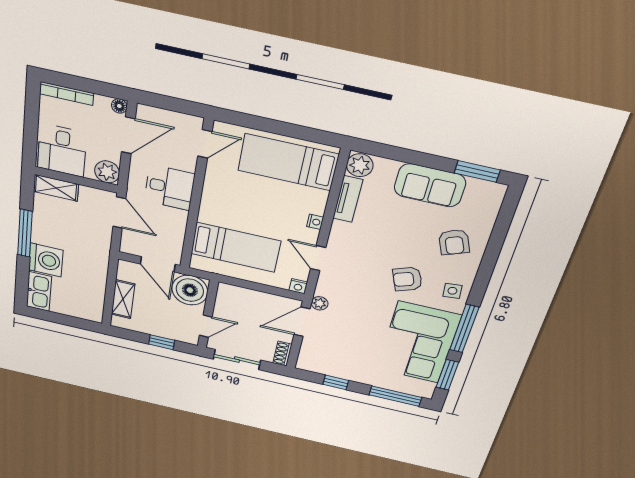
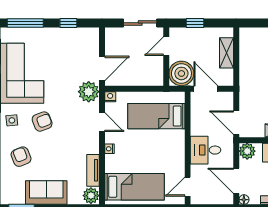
door: (128, 135) -> (236, 181), hinge flipped
plant: (320, 303) -> (89, 92), width x1.88, depth x1.88
shoe rack: (282, 354) -> (110, 38), removed

